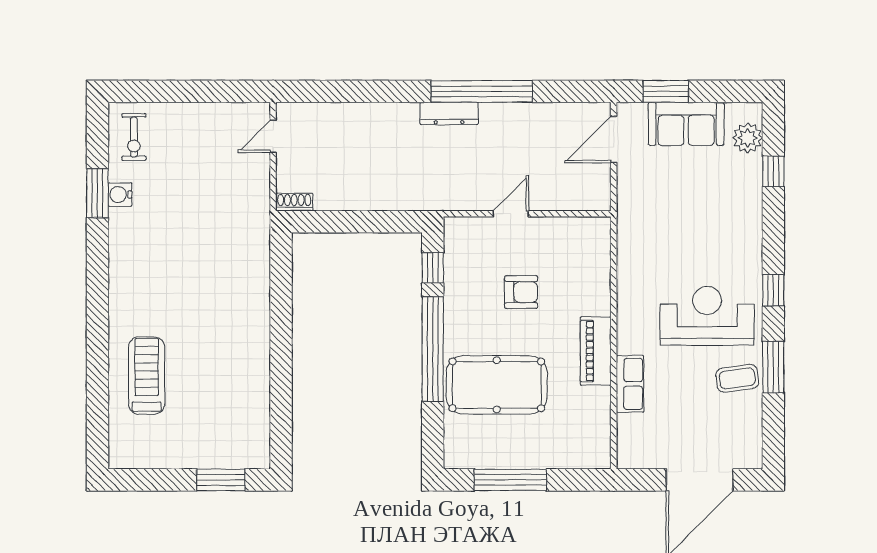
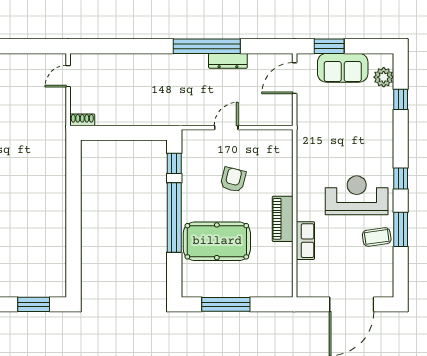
dresser: (449, 113) -> (228, 61), moved
armchair: (521, 292) -> (233, 180), turned -76

